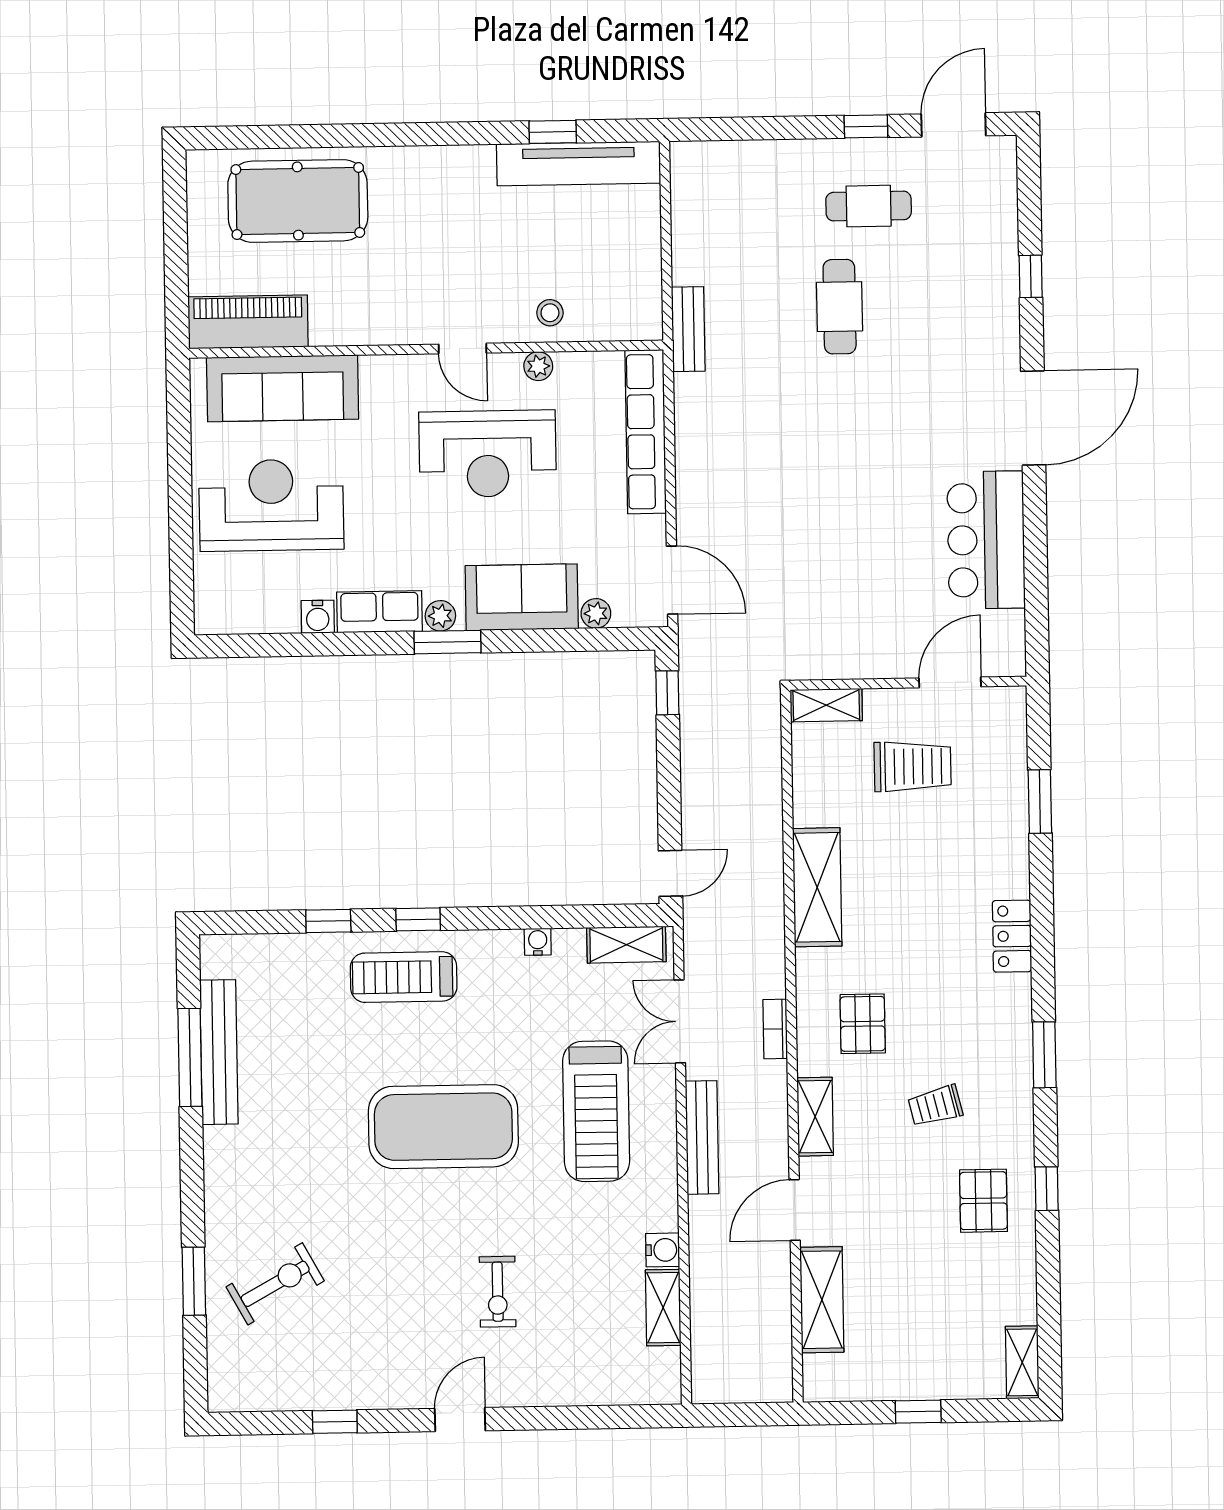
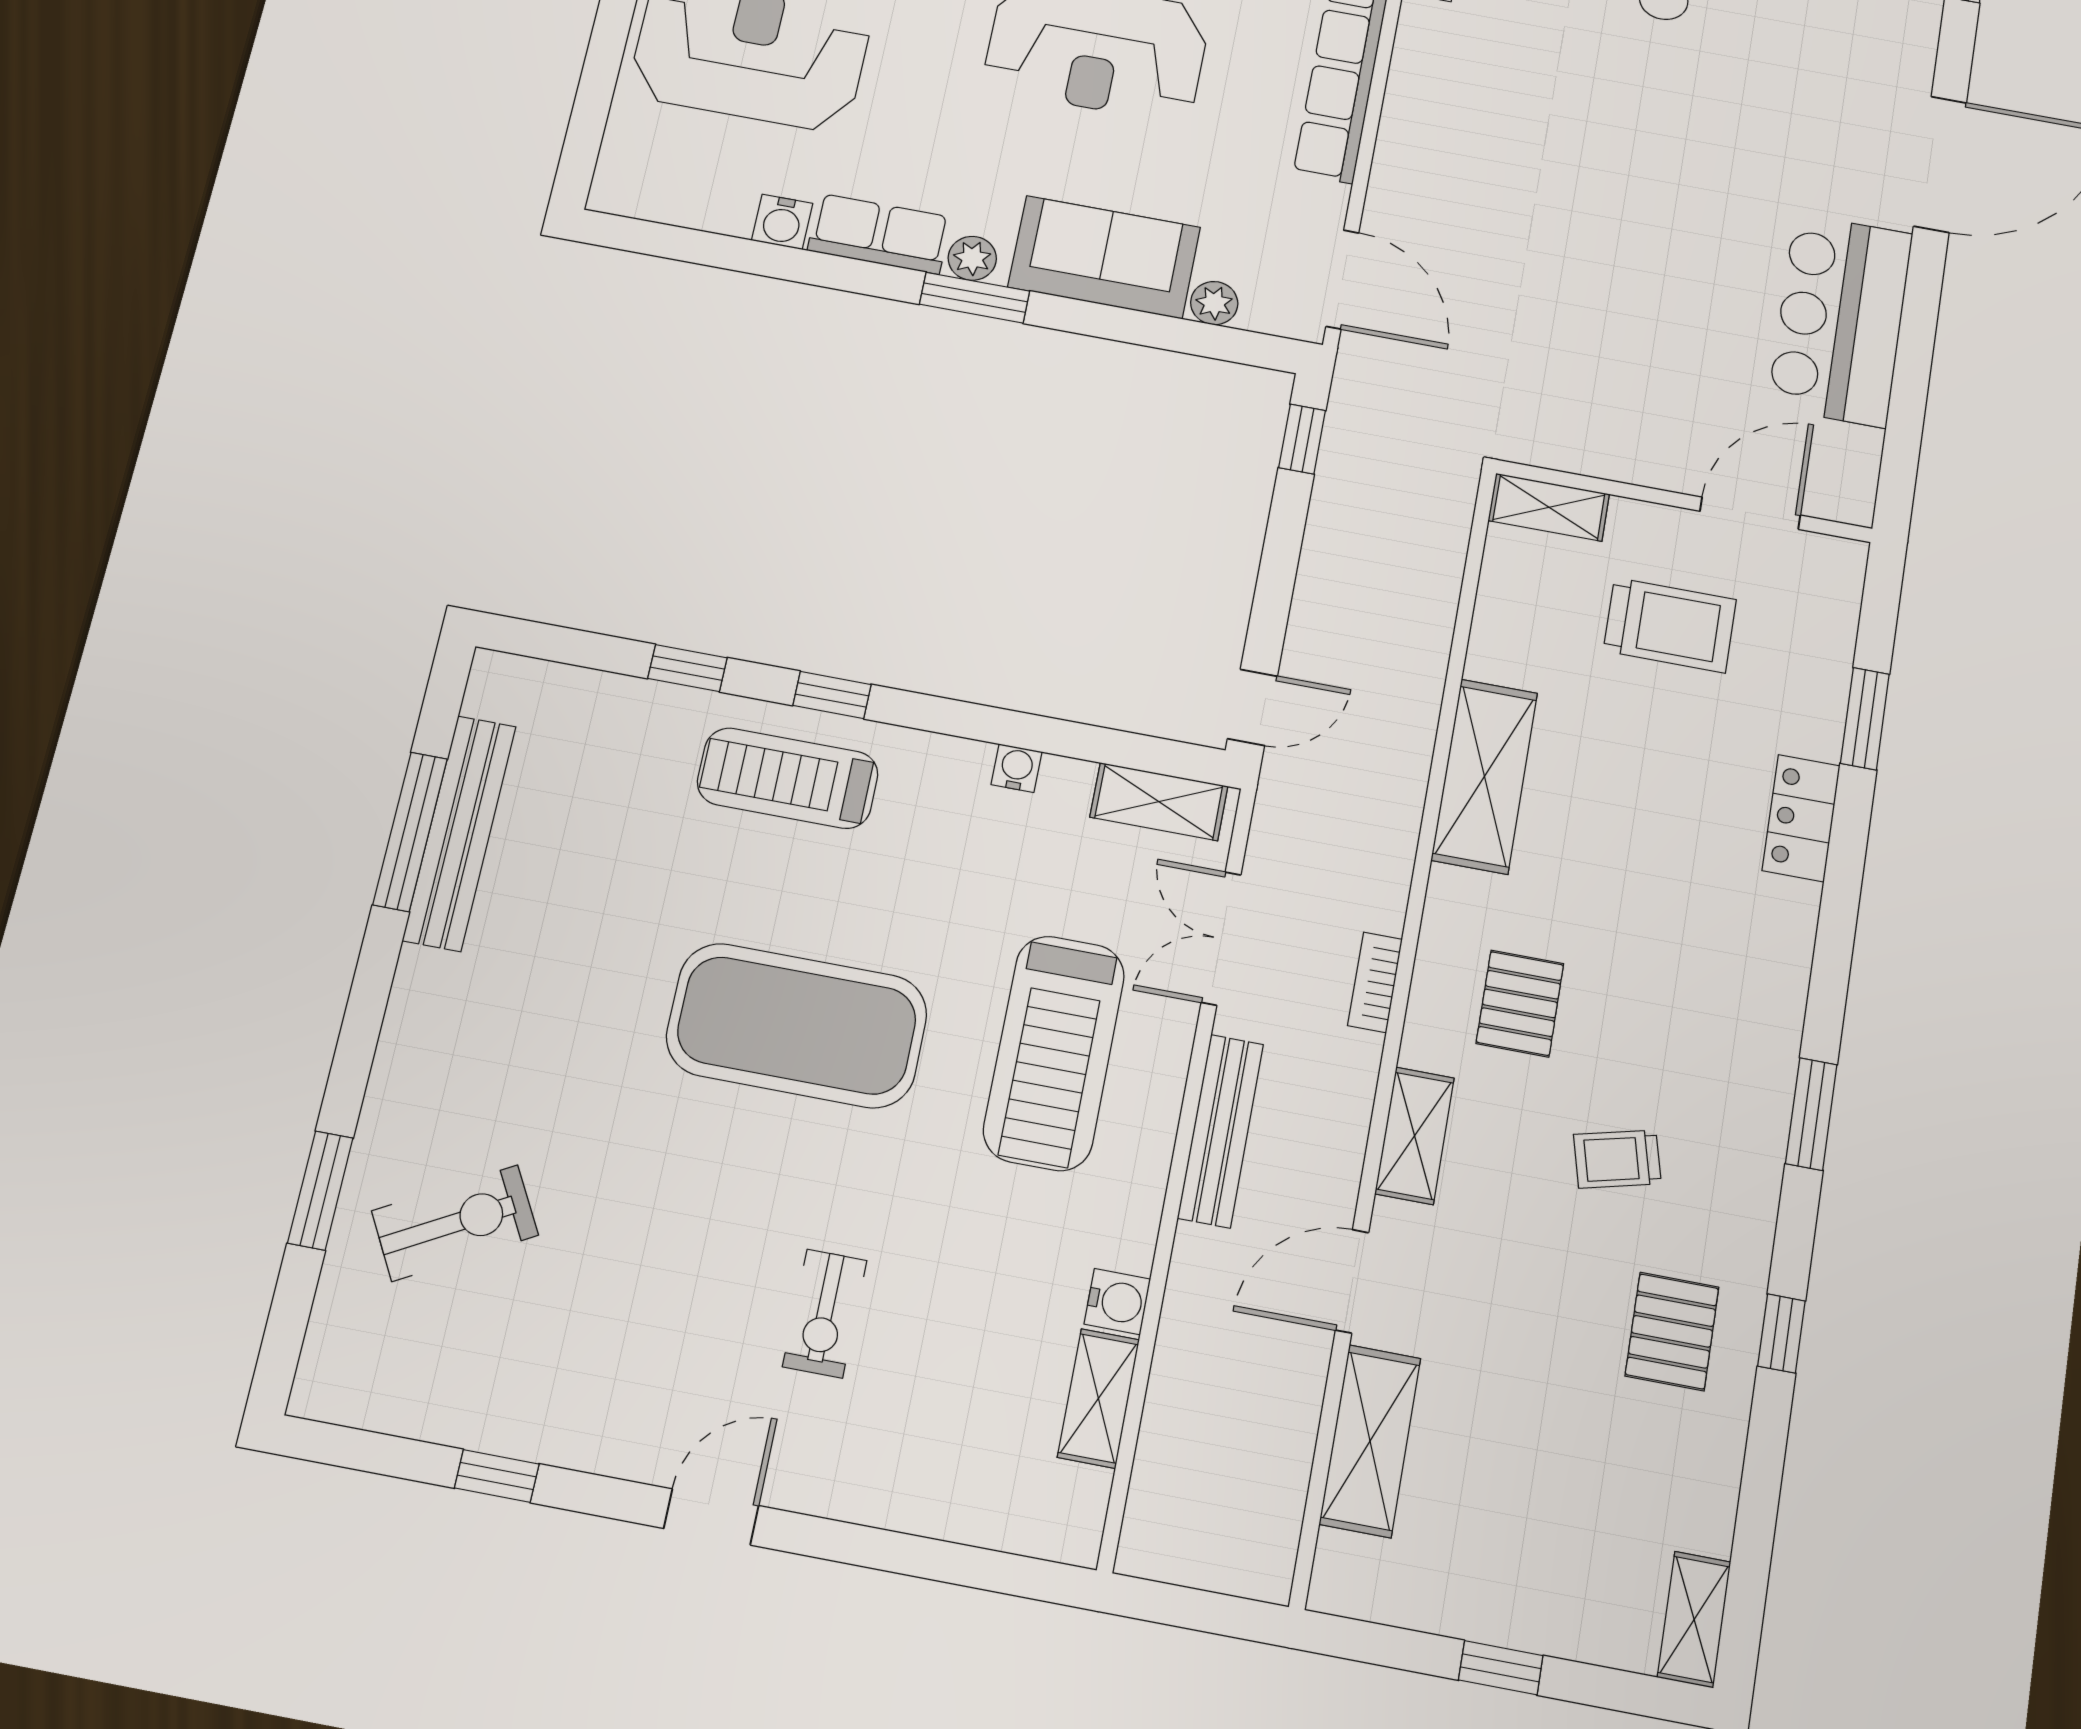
locker: (1012, 936) -> (1801, 818), moved

